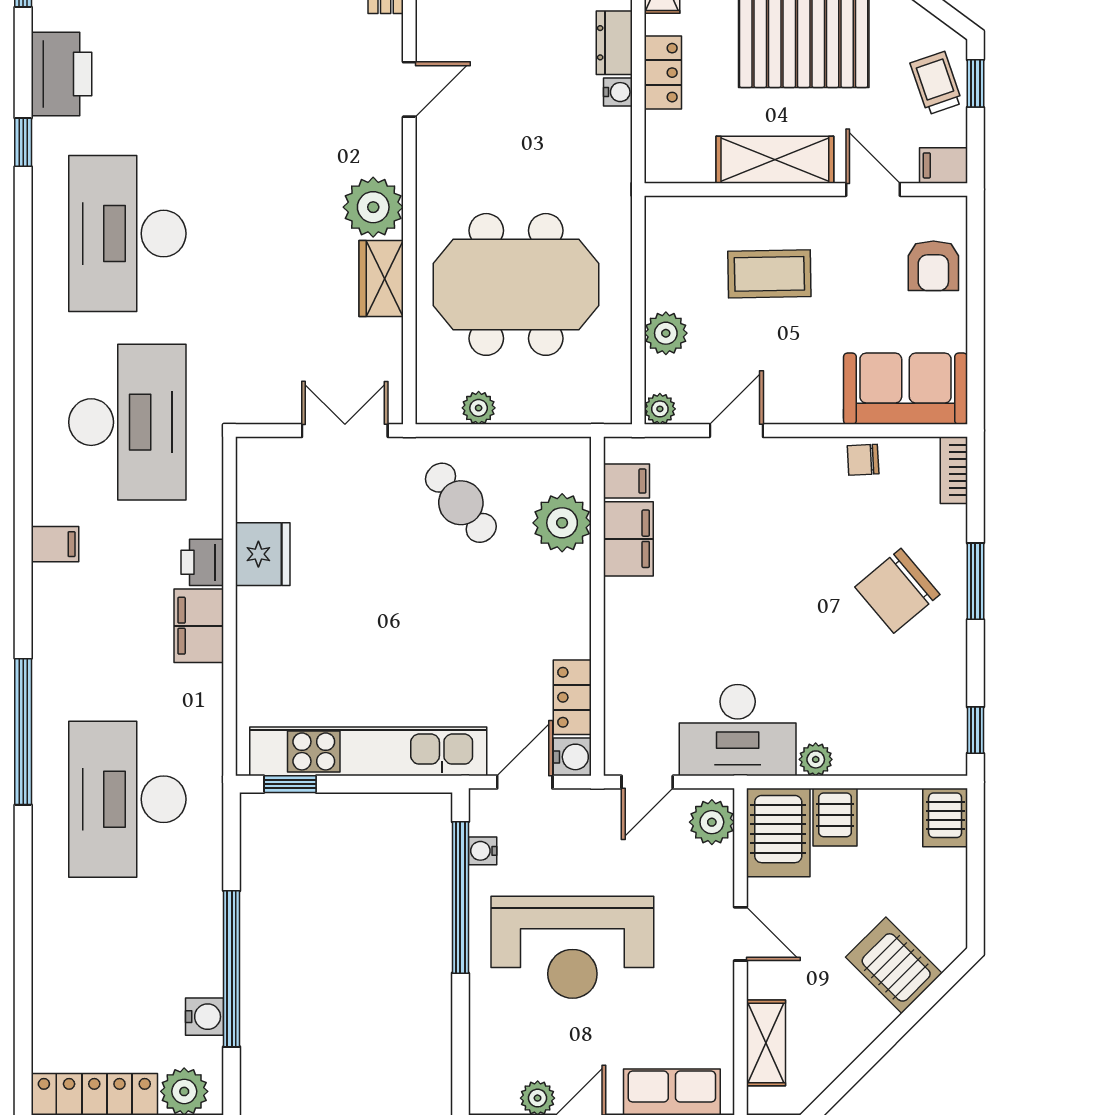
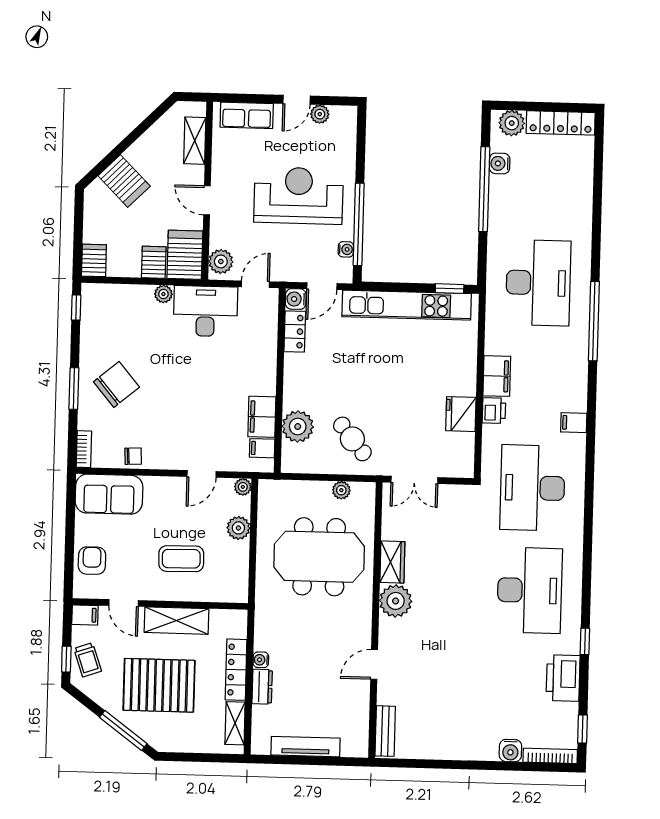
locker: (663, 73) -> (236, 670), width x1.53

